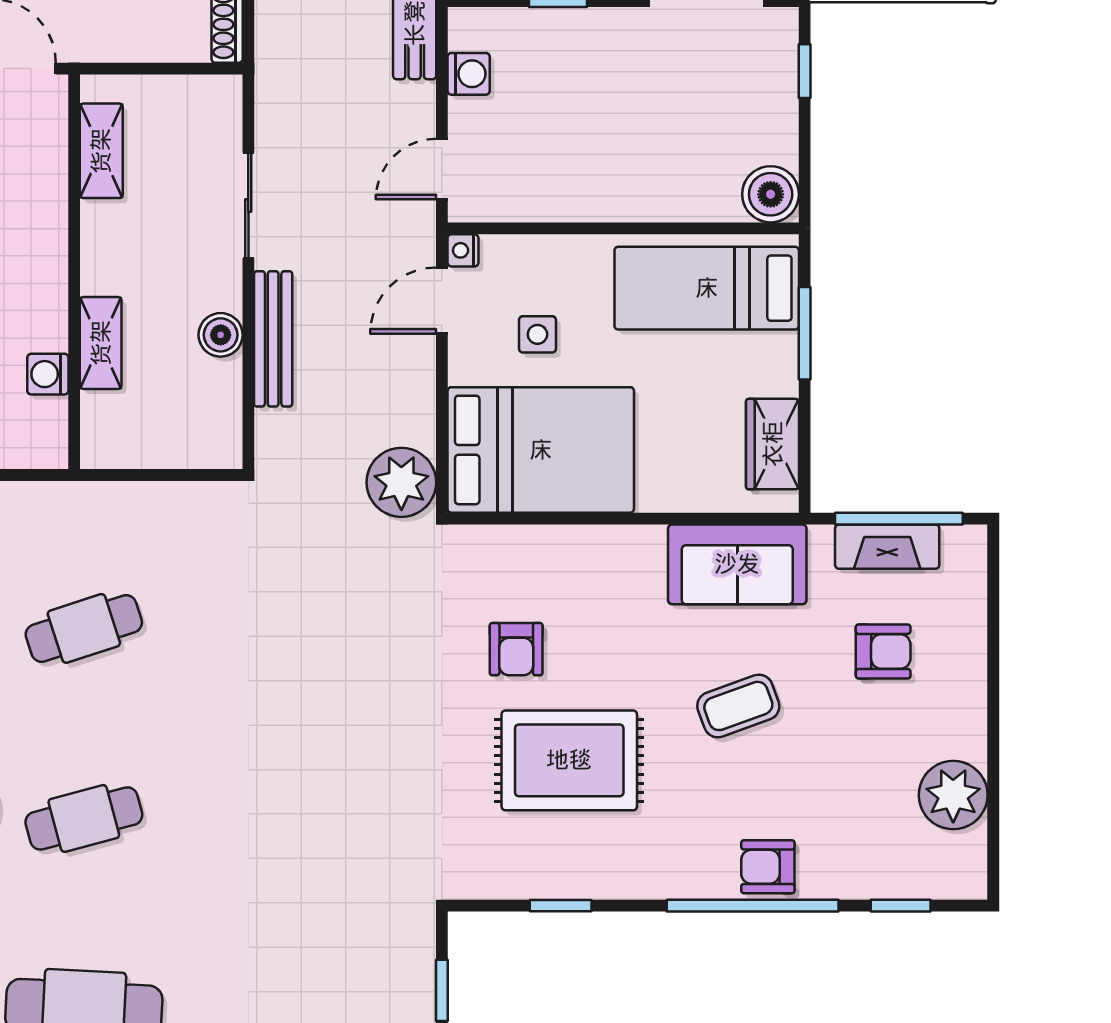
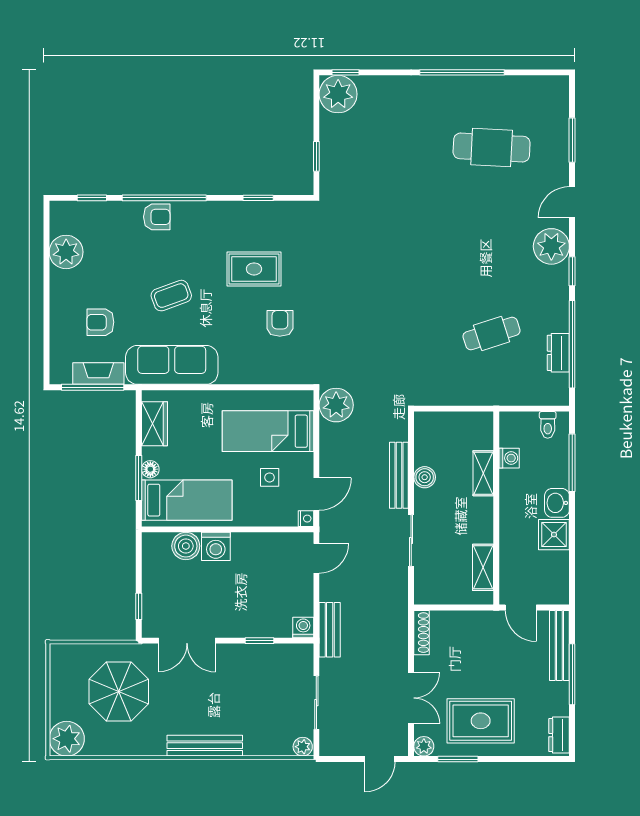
washing machine: (469, 74) -> (303, 628), moved, turned 90
washing machine: (647, 193) -> (216, 546), added
boiler: (771, 194) -> (186, 546), moved
floor lamp: (781, 351) -> (150, 469), added
bed: (541, 450) -> (268, 431), width x0.67
sofa: (737, 564) -> (172, 365), width x1.36
rug: (569, 760) -> (254, 269), width x0.73, depth x0.70
cafe table: (84, 818) -> (492, 241), removed

